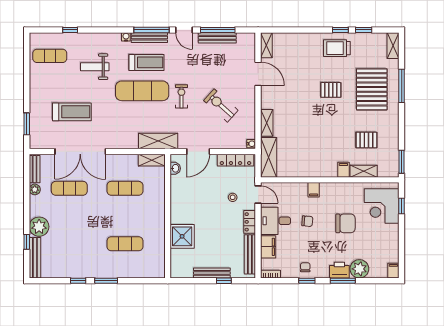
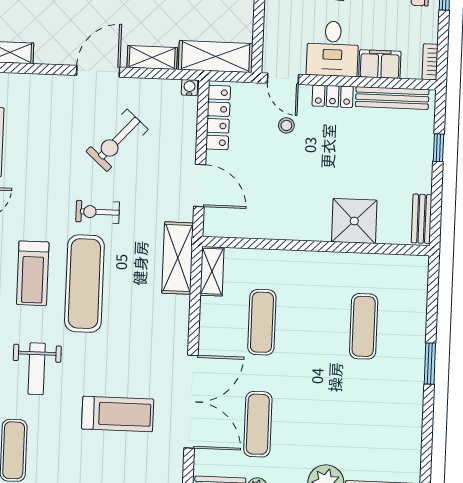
treadmill: (147, 62) -> (33, 273), turned 180
door: (258, 74) -> (98, 71), moved
treadmill: (72, 112) -> (118, 414), turned 90
washbasin: (175, 168) -> (229, 229), removed
door: (258, 194) -> (283, 79), swing flipped
bench: (212, 273) -> (422, 219), moved, width x0.73
window: (78, 281) -> (428, 415), removed

